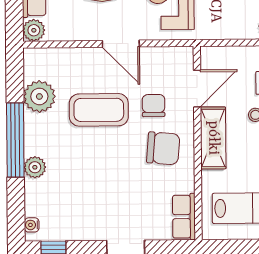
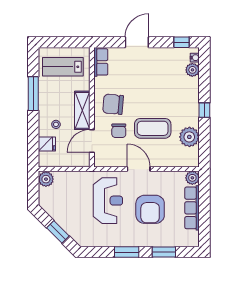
window: (15, 140) -> (204, 110), width x0.32
plant: (35, 167) -> (192, 70), moved

